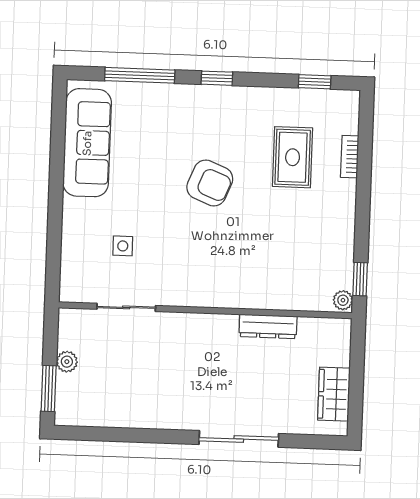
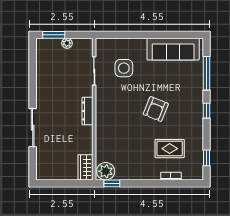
side table: (123, 246) -> (124, 68), width x1.87, depth x1.87
plant: (343, 300) -> (106, 171), width x1.88, depth x1.88
dresser: (268, 326) -> (88, 111), moved
wardrobe: (334, 394) -> (86, 167), moved, turned -90

